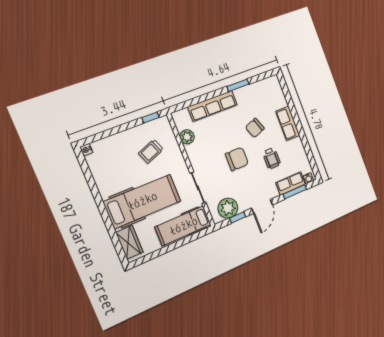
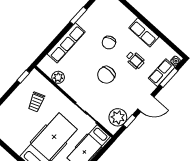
row of seats: (288, 123) -> (144, 32), moved
chair: (237, 159) -> (106, 75), turned 180
door: (262, 206) -> (146, 103), hinge flipped

